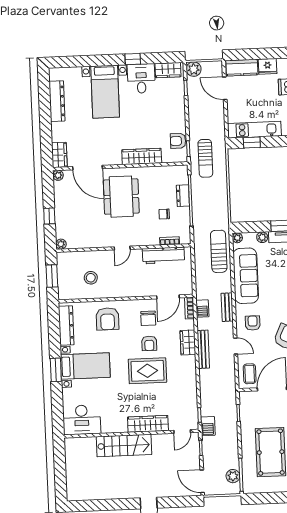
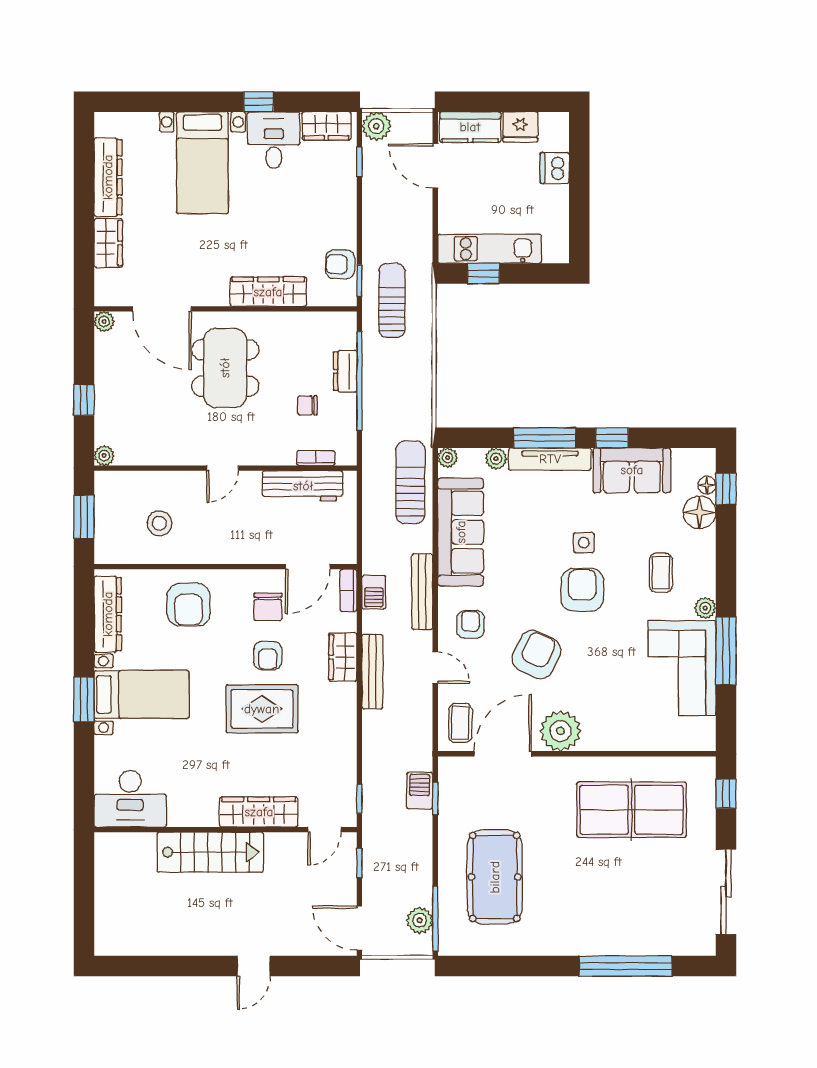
wardrobe: (59, 155) -> (108, 243), moved
sun lounger: (205, 158) -> (392, 300), turned 180
bench: (227, 307) -> (422, 592), width x1.36
barbecue: (208, 426) -> (420, 791), moved, turned 180

